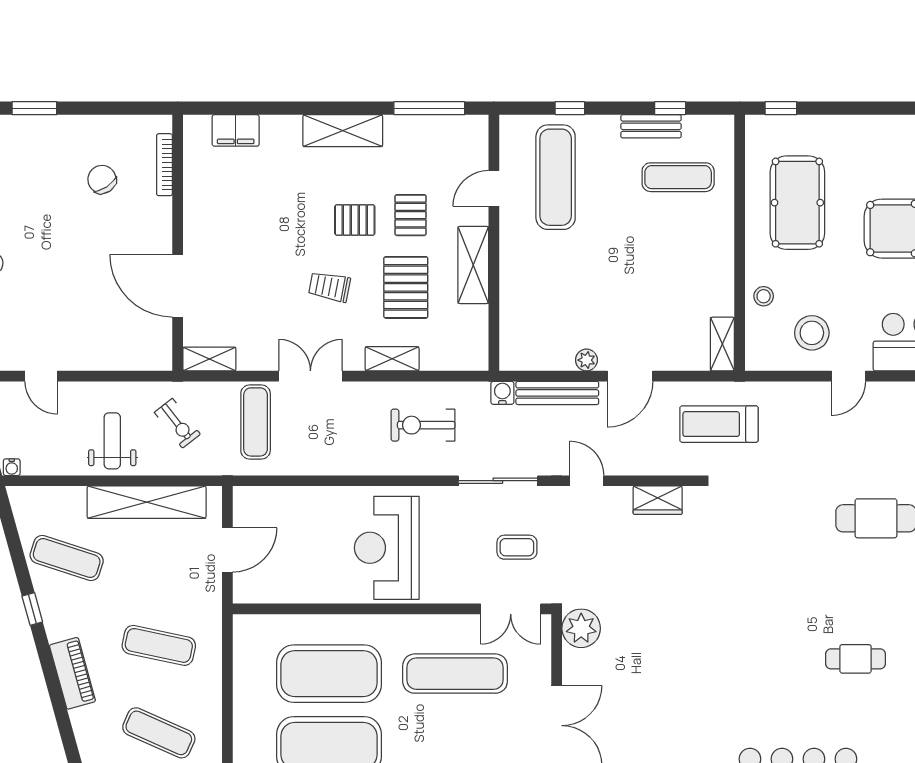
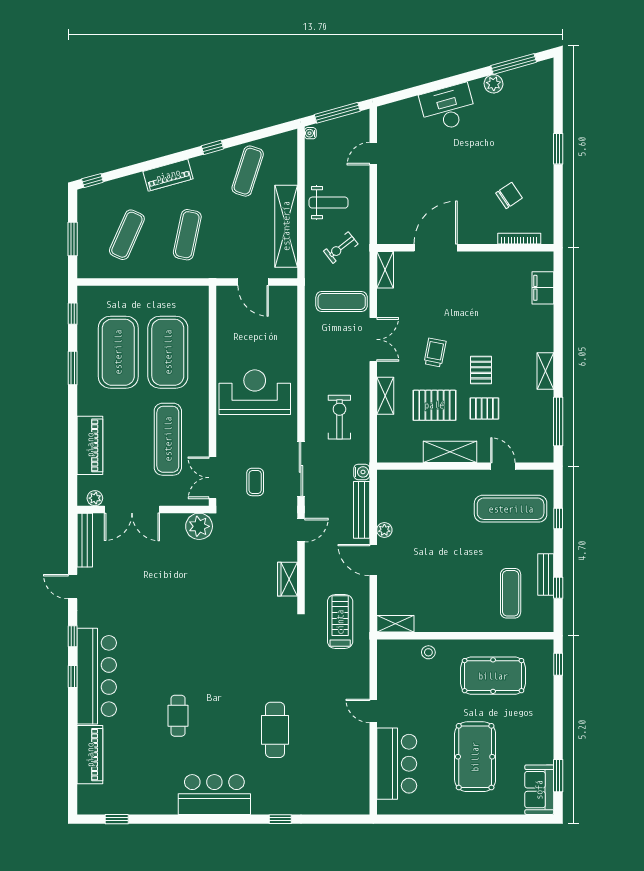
shelving: (343, 131) -> (545, 371), width x0.67, depth x0.75
stool: (812, 333) -> (403, 686), removed

